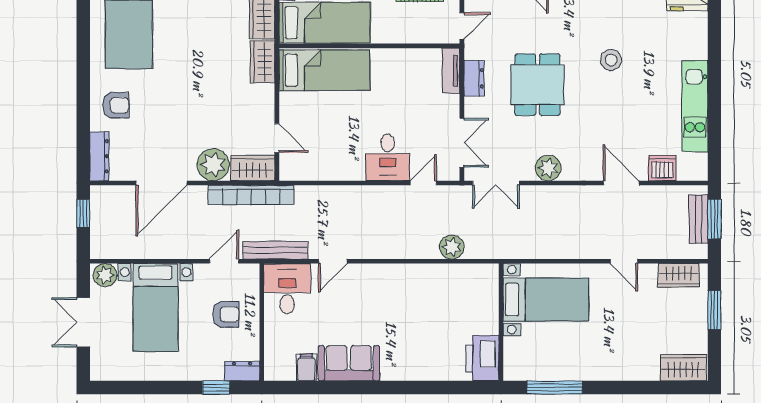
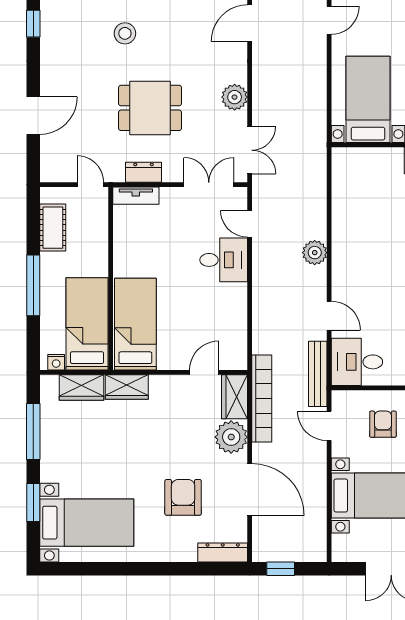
armchair: (116, 105) -> (183, 497), moved, width x1.38, depth x1.38
plant: (452, 247) -> (315, 253), moved
plant: (105, 275) -> (343, 547), removed

